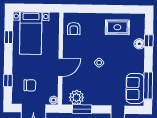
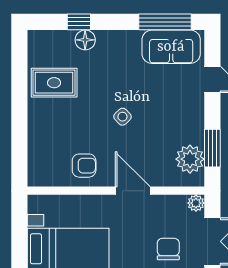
rug: (117, 27) -> (54, 83), turned 90
armchair: (74, 29) -> (84, 166), moved

